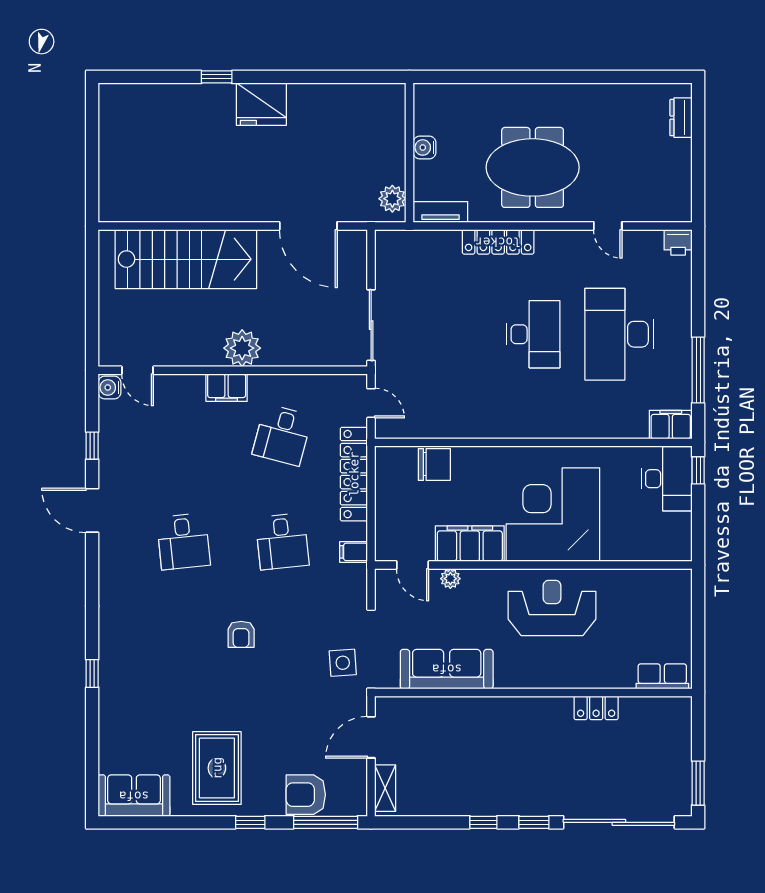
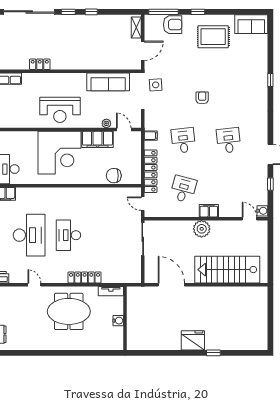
plant: (392, 199) -> (133, 297), removed
rug: (217, 768) -> (213, 37), turned 90

